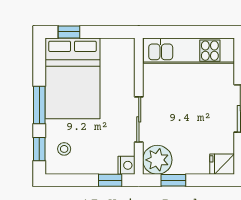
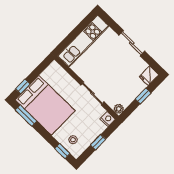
window: (39, 105) -> (26, 116), moved
plant: (157, 160) -> (119, 109), width x0.53, depth x0.53
window: (110, 180) -> (98, 142), moved
window: (173, 180) -> (143, 96), moved

